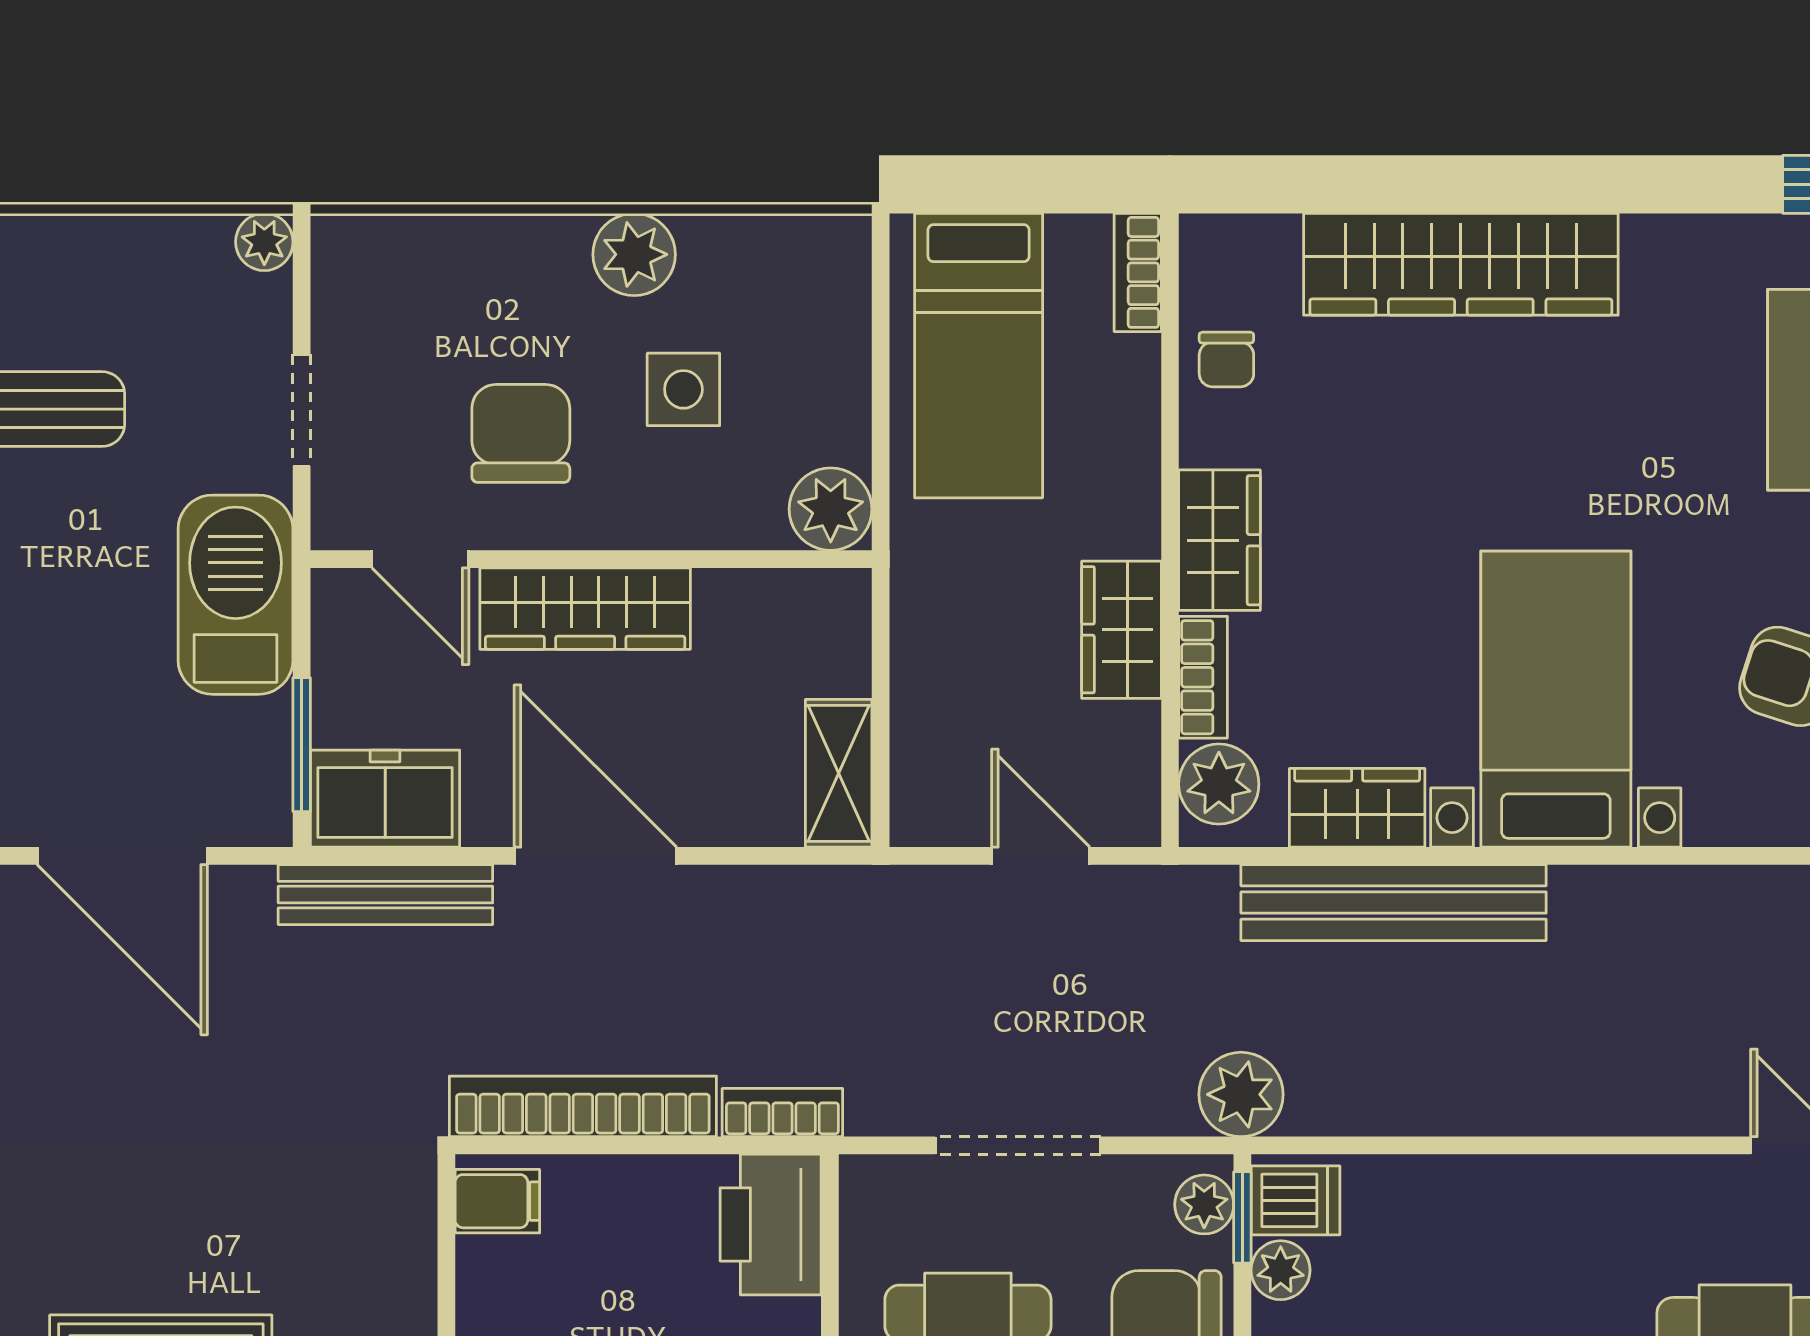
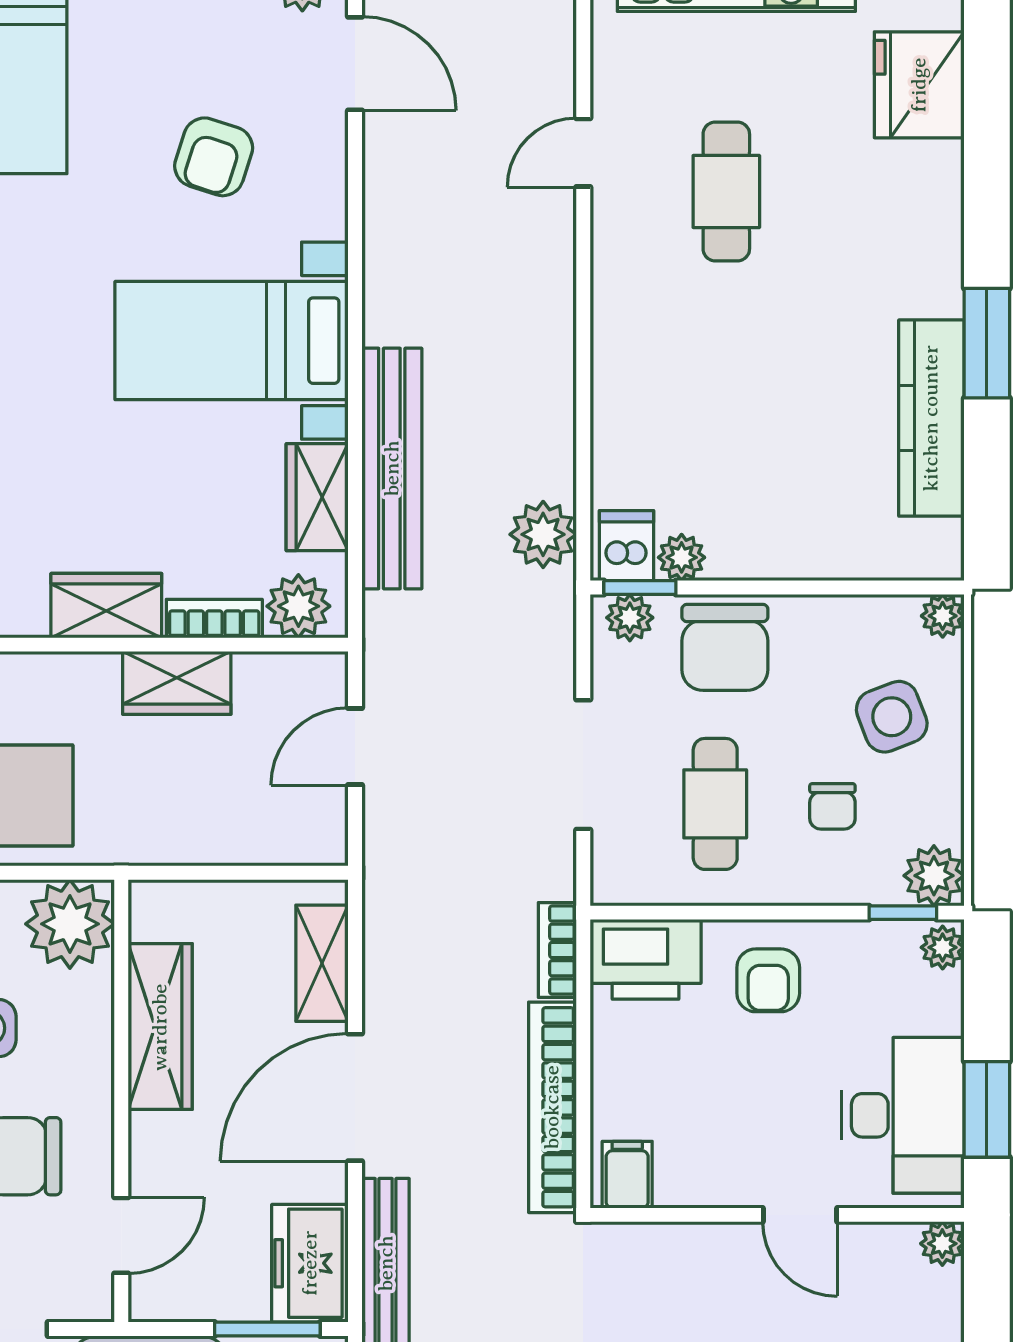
plant: (831, 509) -> (70, 924), width x1.36, depth x1.36
wardrobe: (585, 609) -> (160, 1027), moved
shelving: (839, 773) -> (322, 963), moved, turned 90
plant: (1241, 1094) -> (543, 534), moved

